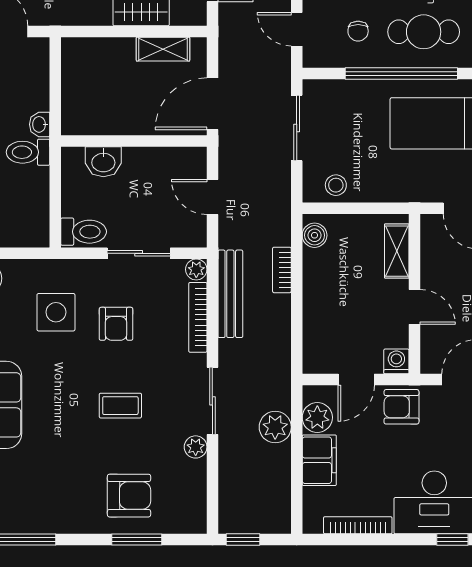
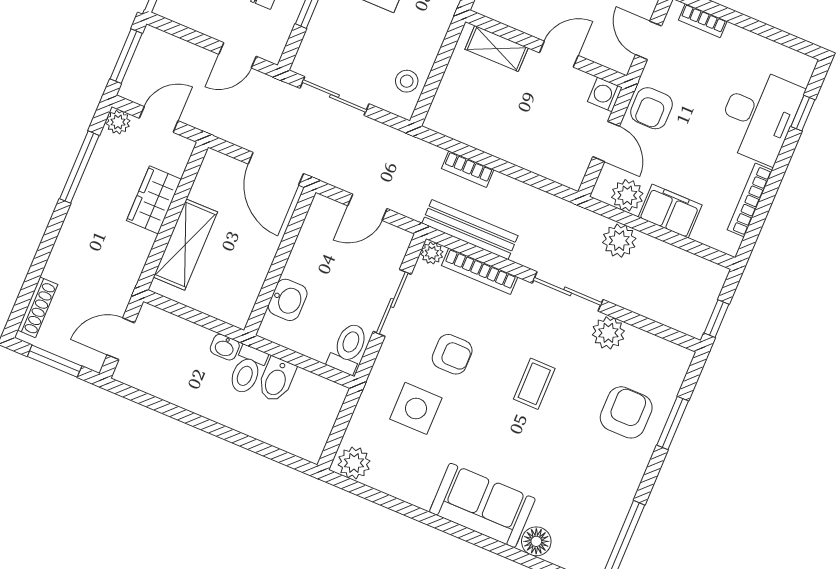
shelving: (163, 49) -> (185, 245), moved, width x1.50, depth x1.33
bidet: (30, 181) -> (276, 380), added
boiler: (315, 235) -> (447, 123), removed
plant: (196, 447) -> (608, 333), width x1.38, depth x1.38

